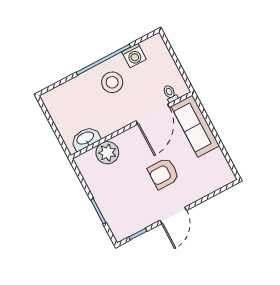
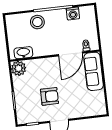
stool: (112, 82) -> (37, 22), moved
plant: (107, 153) -> (19, 68), moved
armchair: (163, 174) -> (49, 96), moved, turned 180

